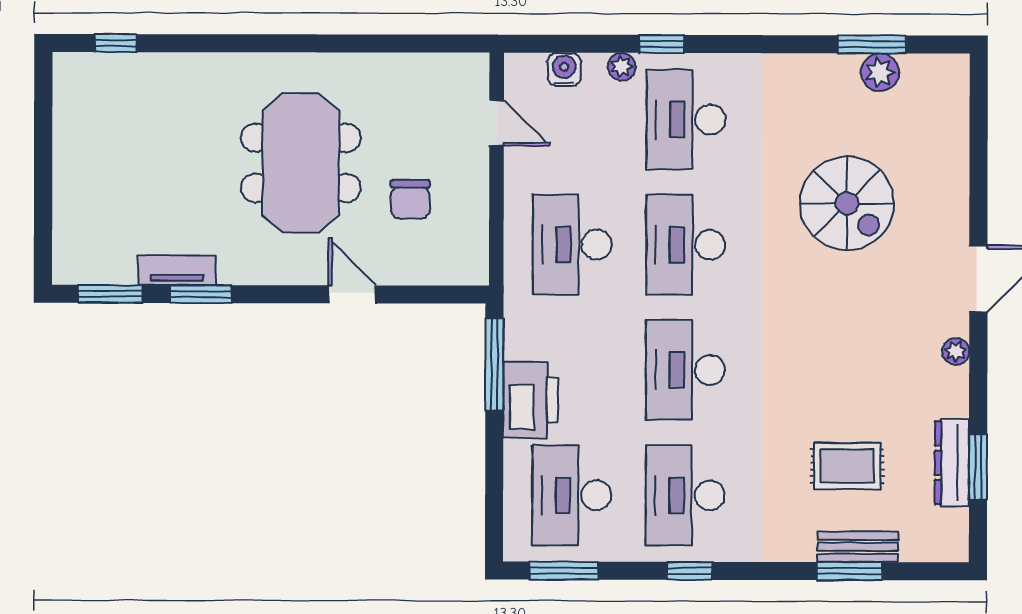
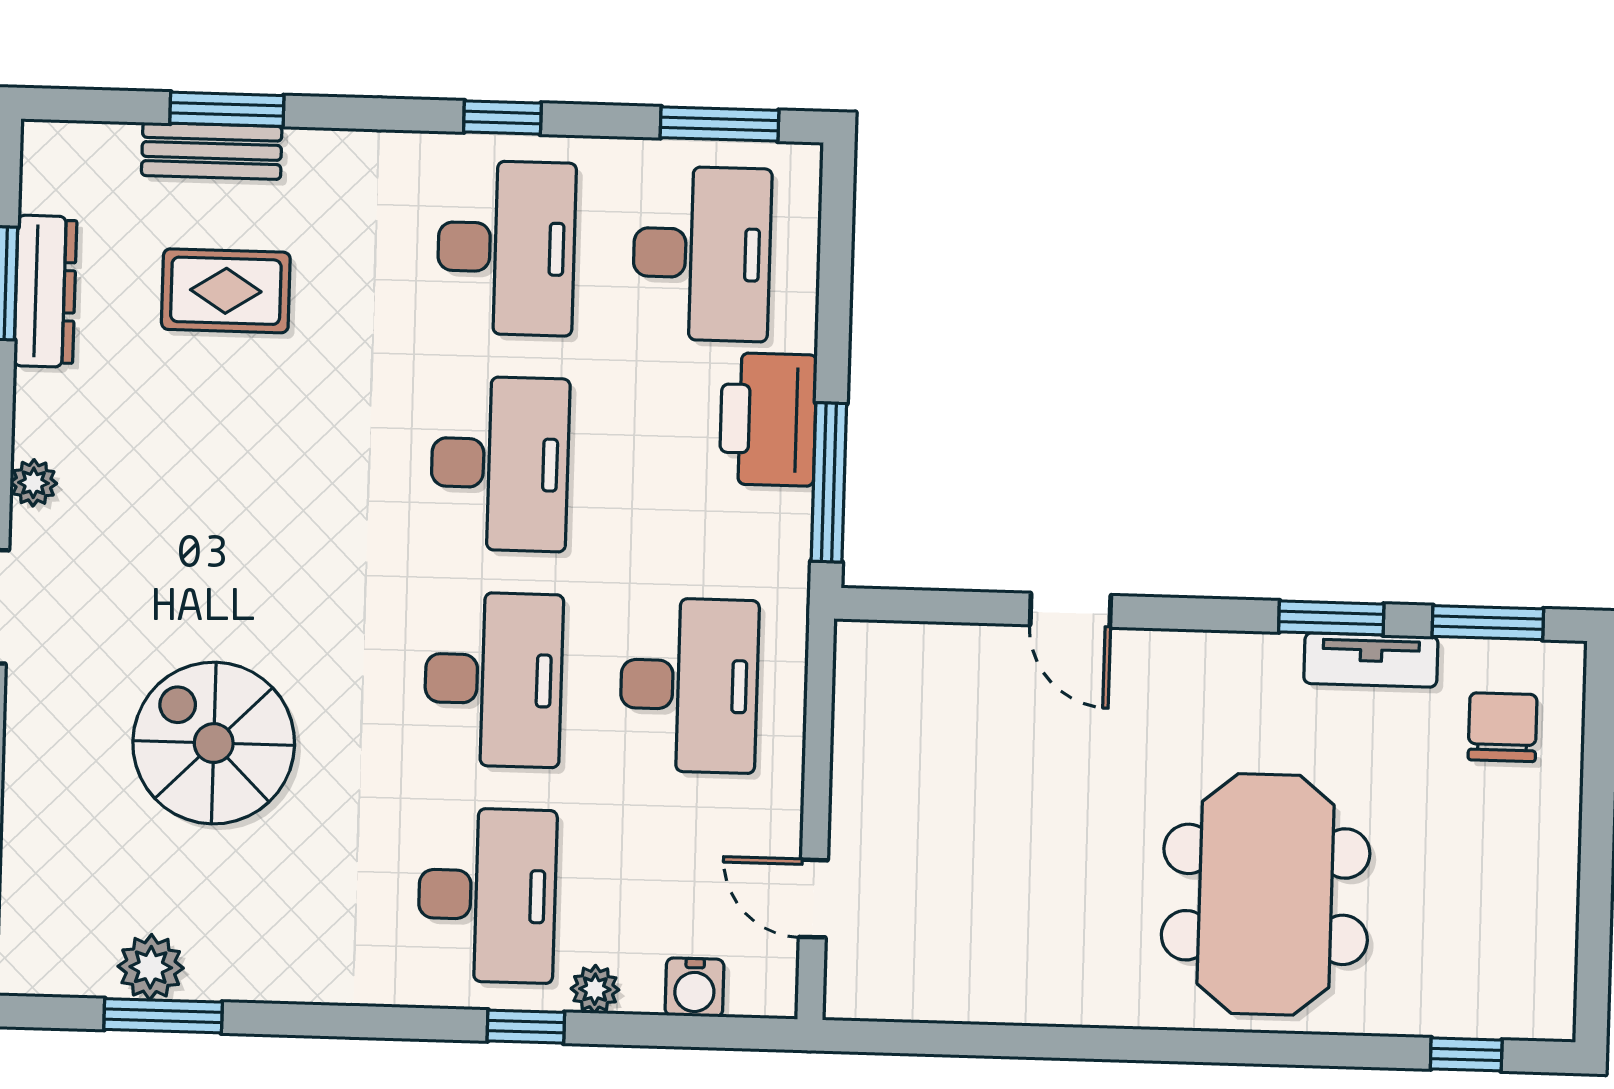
meeting table: (301, 163) -> (1266, 894), moved
chair: (410, 199) -> (1503, 727), moved

